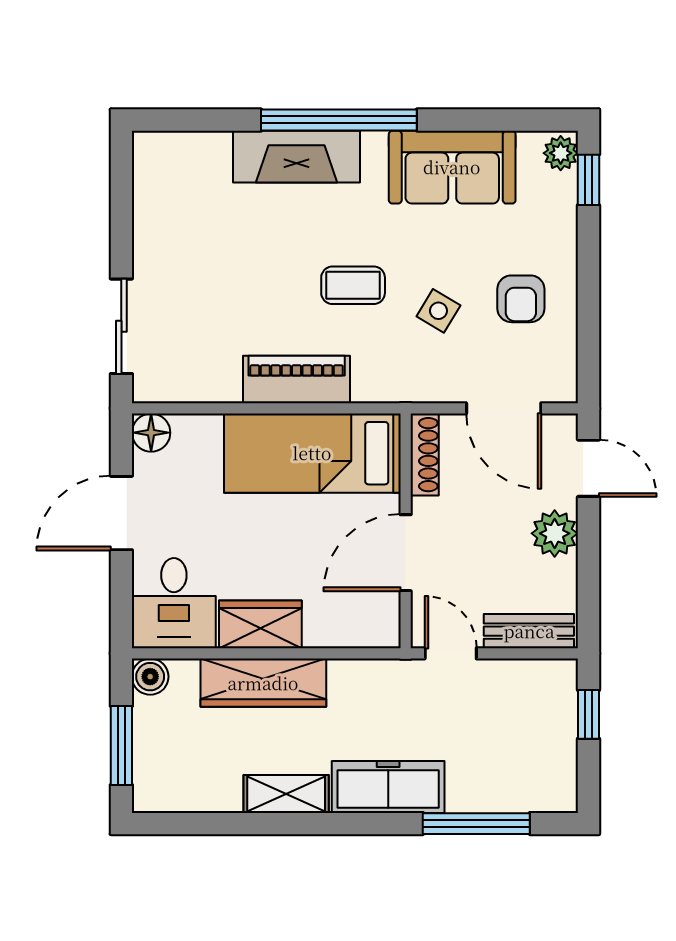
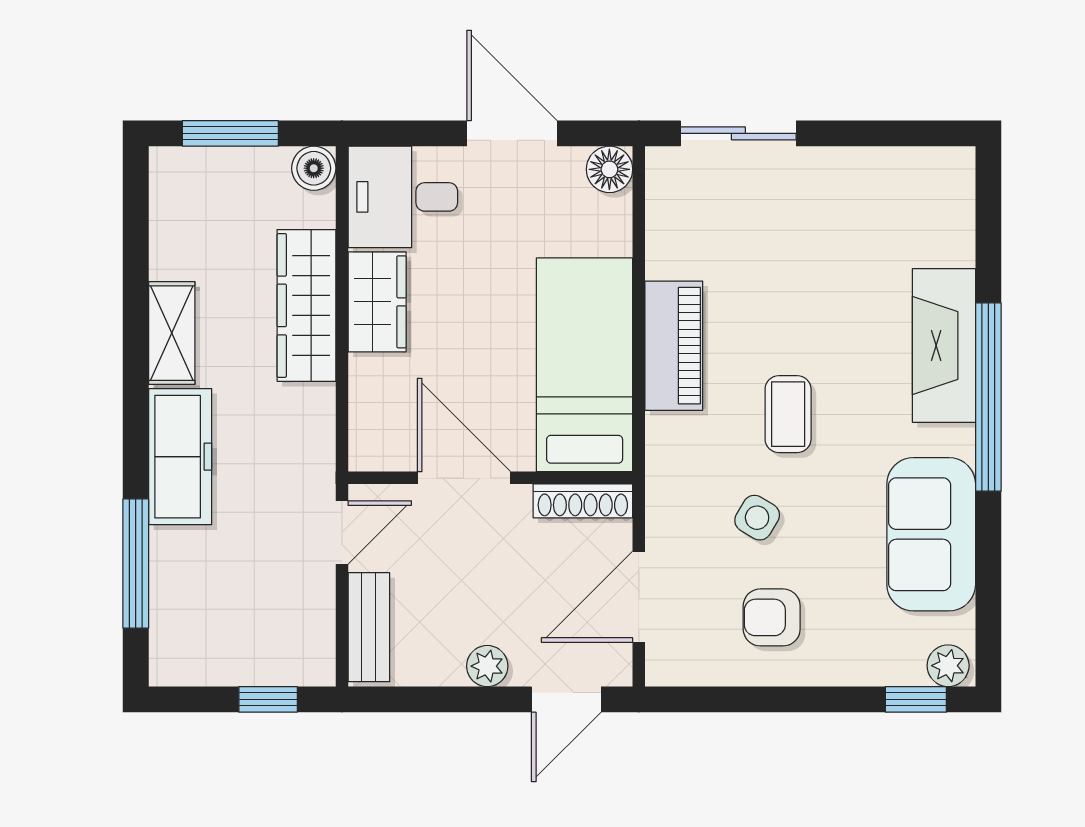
plant: (555, 533) -> (487, 666), width x0.73, depth x0.73

